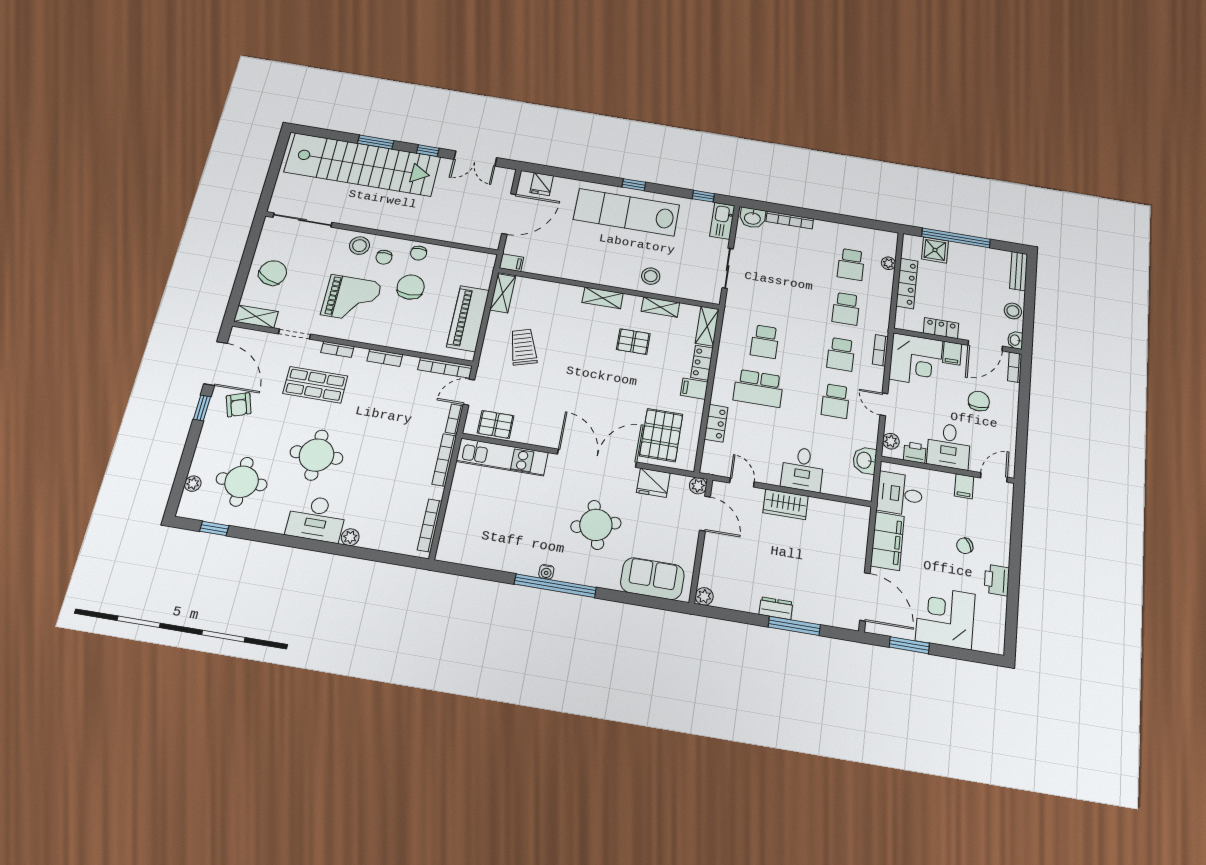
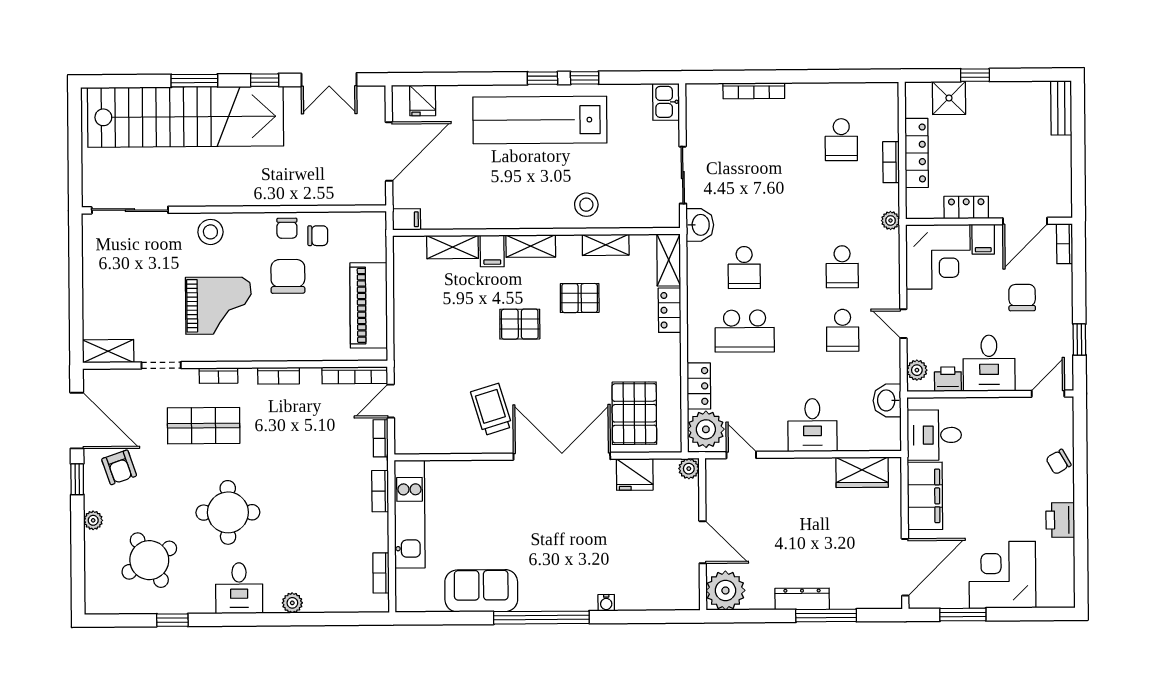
window: (703, 196) -> (585, 78), moved
washbasin: (752, 218) -> (700, 225), moved, turned -90
kitchen sink: (722, 221) -> (666, 102), width x0.73
window: (956, 238) -> (975, 75), width x0.32
chair: (384, 257) -> (318, 236), moved, turned -90
plant: (888, 263) -> (891, 220), moved
chair: (273, 273) -> (113, 290), removed
shelving: (503, 293) -> (453, 247), moved, turned 90
school desk: (846, 309) -> (842, 203), removed
stool: (1013, 311) -> (1057, 166), removed
washbasin: (1015, 340) -> (1063, 206), removed
trolley: (523, 347) -> (491, 409), moved
bookcase: (880, 350) -> (891, 162), moved
filing cabinet: (694, 389) -> (492, 251), moved, turned -90
pallet: (496, 424) -> (520, 324), moved
window: (1022, 440) -> (1079, 340), added
kitchen unit: (502, 457) -> (410, 514), moved, turned -90
plant: (717, 457) -> (706, 429), added
bookcase: (444, 460) -> (380, 491), width x0.64
round table: (242, 482) -> (149, 560), turned -30
plant: (193, 484) -> (93, 520), moved
filing cabinet: (964, 486) -> (1012, 411), removed
wardrobe: (786, 504) -> (862, 472), moved
door: (705, 514) -> (703, 542), moved
desk: (316, 519) -> (239, 588), width x0.73
bookcase: (430, 525) -> (381, 573), width x0.64
round table: (596, 525) -> (575, 538), removed
window: (214, 528) -> (172, 620), moved
chair: (965, 546) -> (1059, 462), moved
water cooler: (546, 572) -> (606, 603), moved
sofa: (652, 579) -> (481, 591), moved
plant: (704, 596) -> (725, 590), width x1.88, depth x1.88
door: (865, 597) -> (905, 567), hinge flipped
dresser: (776, 608) -> (802, 599), width x1.44

